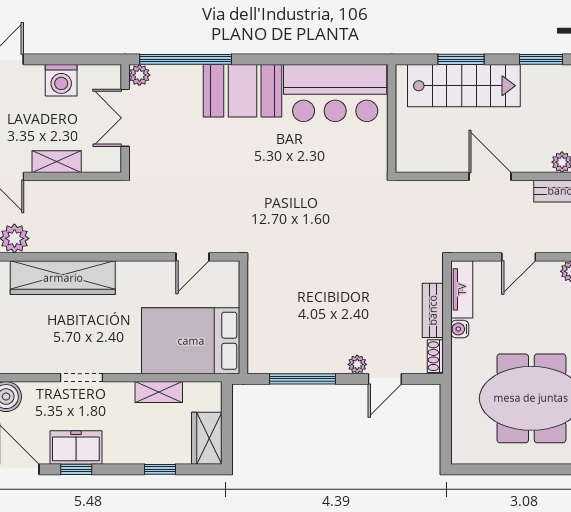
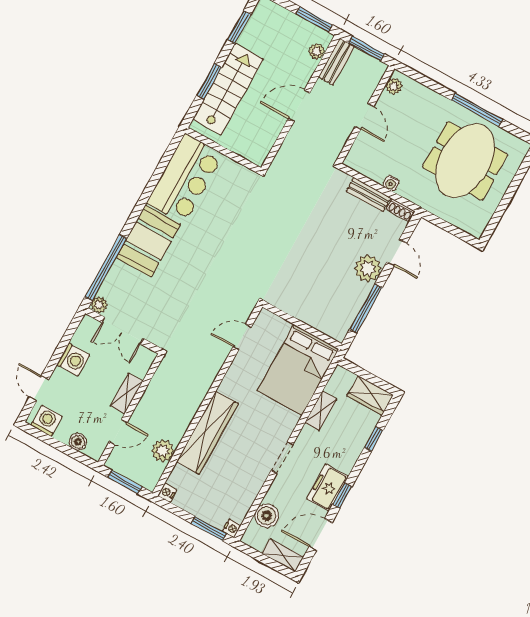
door: (193, 257) -> (242, 337), swing flipped
tv unit: (462, 289) -> (365, 167), removed
plant: (357, 364) -> (368, 268), width x1.88, depth x1.88

